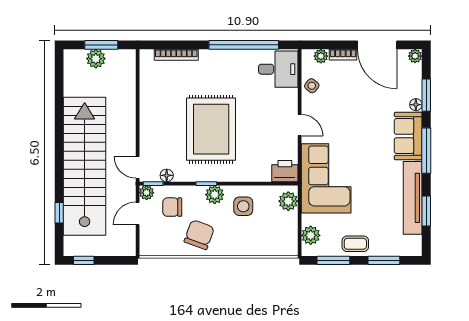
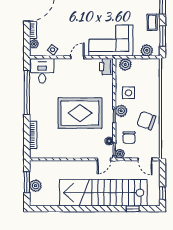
door: (138, 213) -> (145, 159), moved

